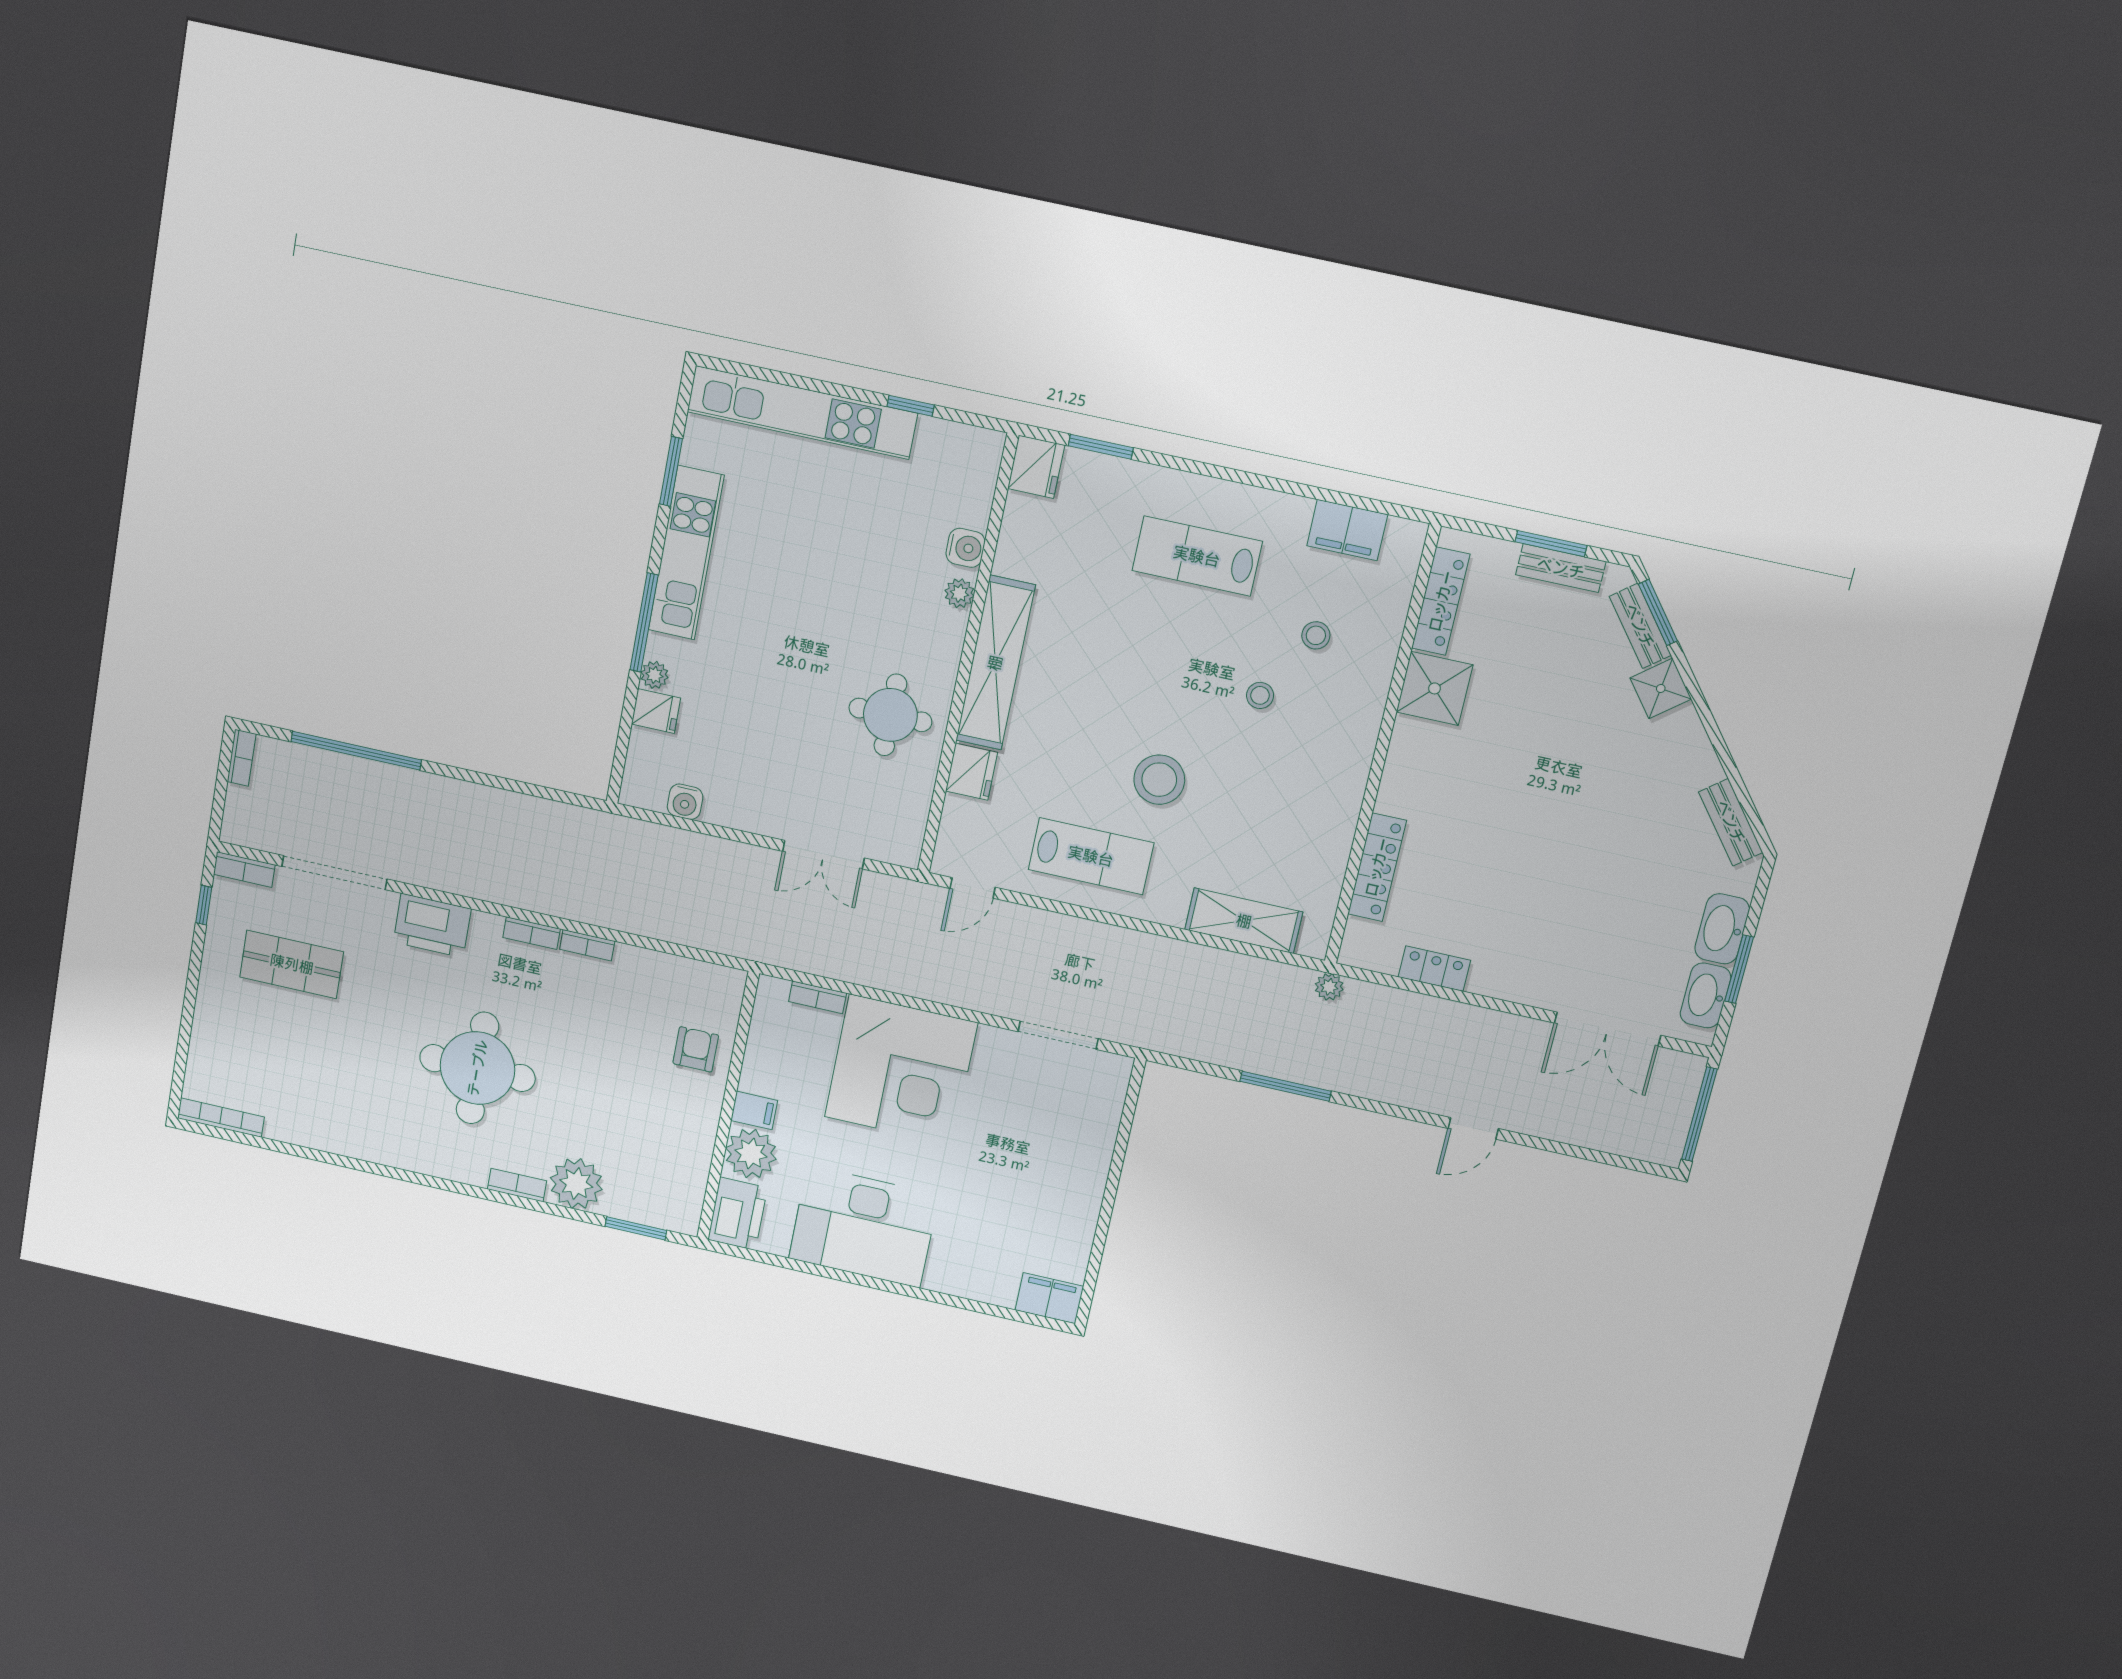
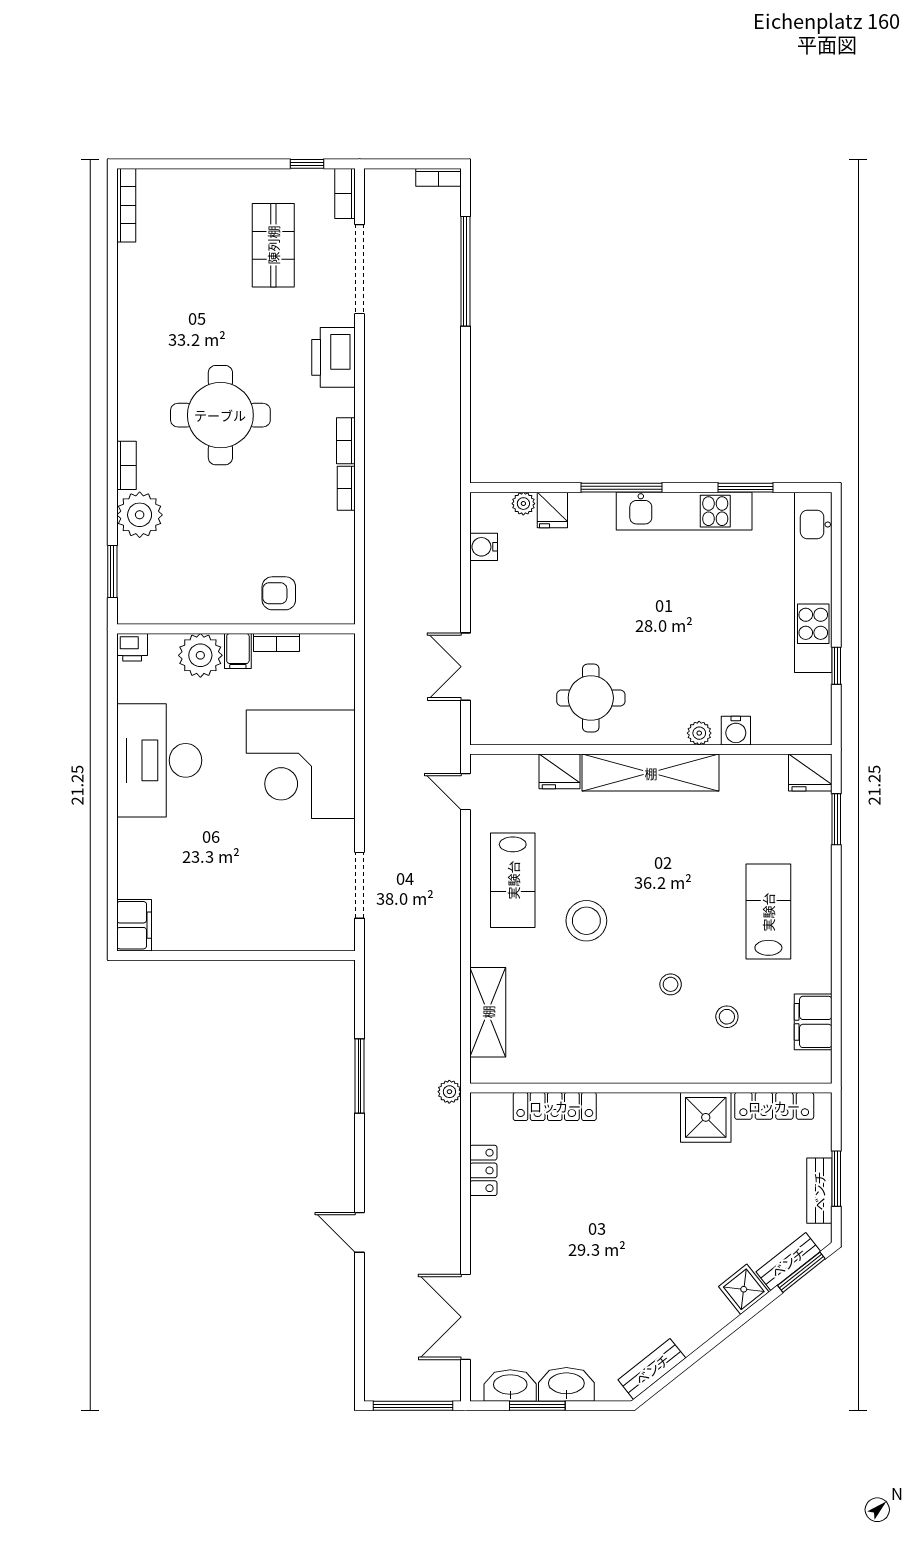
plant: (654, 675) -> (523, 504), moved
bookcase: (818, 997) -> (276, 642), moved, turned -90
armchair: (696, 1049) -> (279, 593), turned 180
printer: (738, 1214) -> (132, 647), width x0.53, depth x0.68

